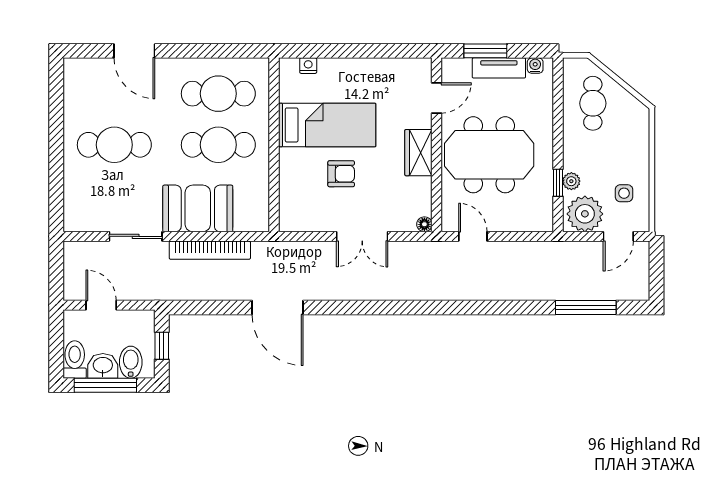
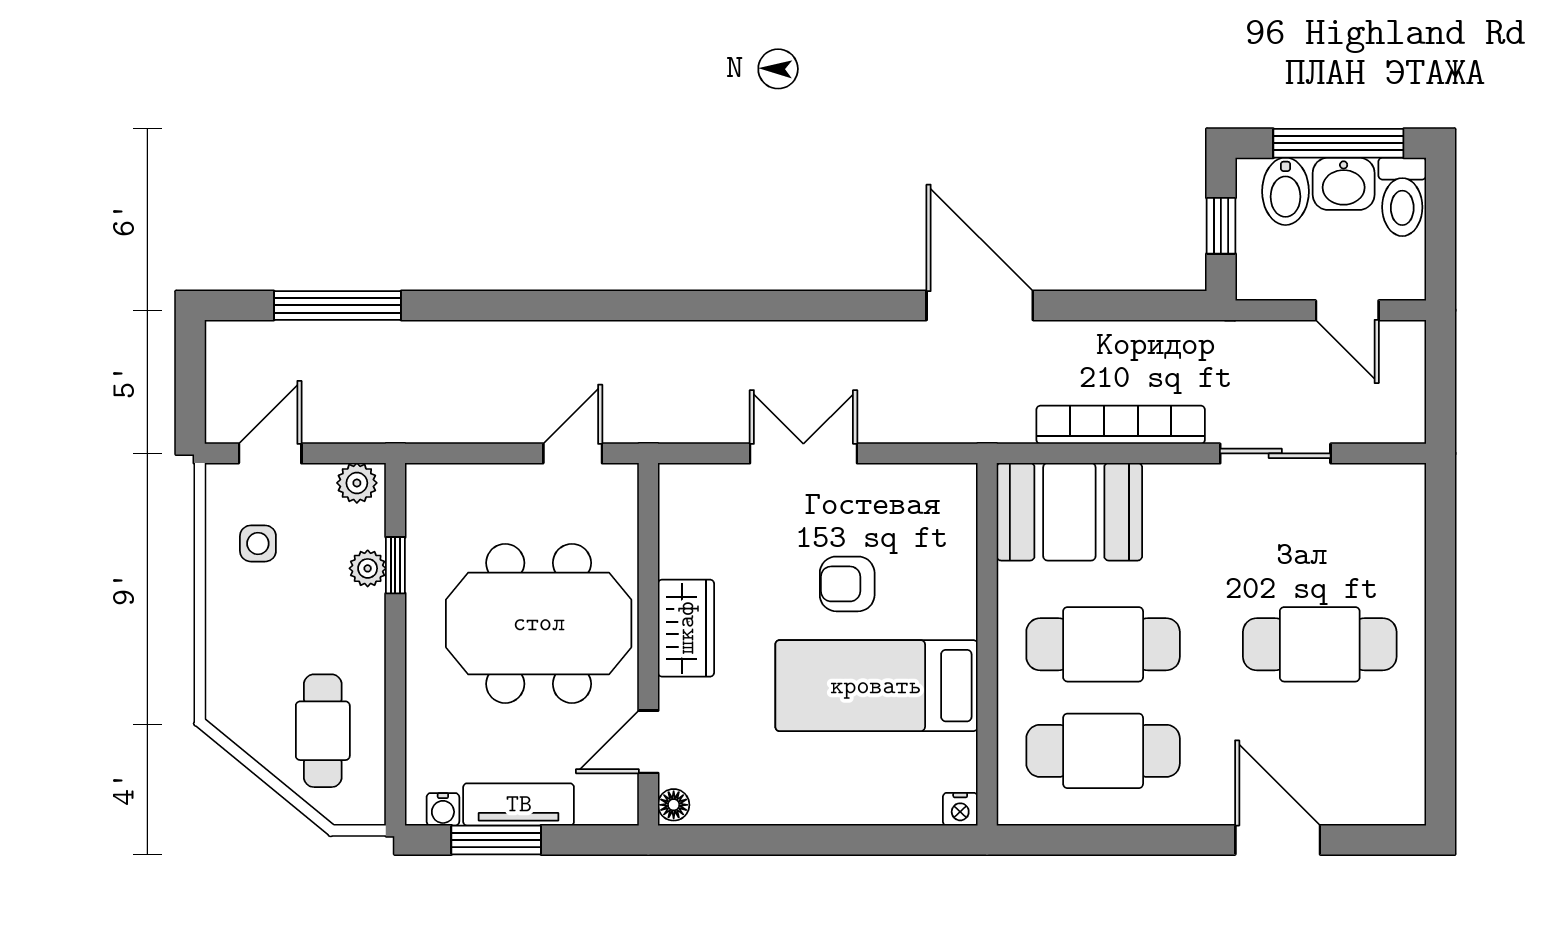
window: (485, 51) -> (496, 840), moved
nightstand: (308, 66) -> (960, 809), moved
booth: (198, 208) -> (1069, 512), moved
plant: (585, 214) -> (357, 483), width x0.53, depth x0.53
floor lamp: (424, 224) -> (674, 805), moved
door: (473, 236) -> (573, 453), swing flipped

